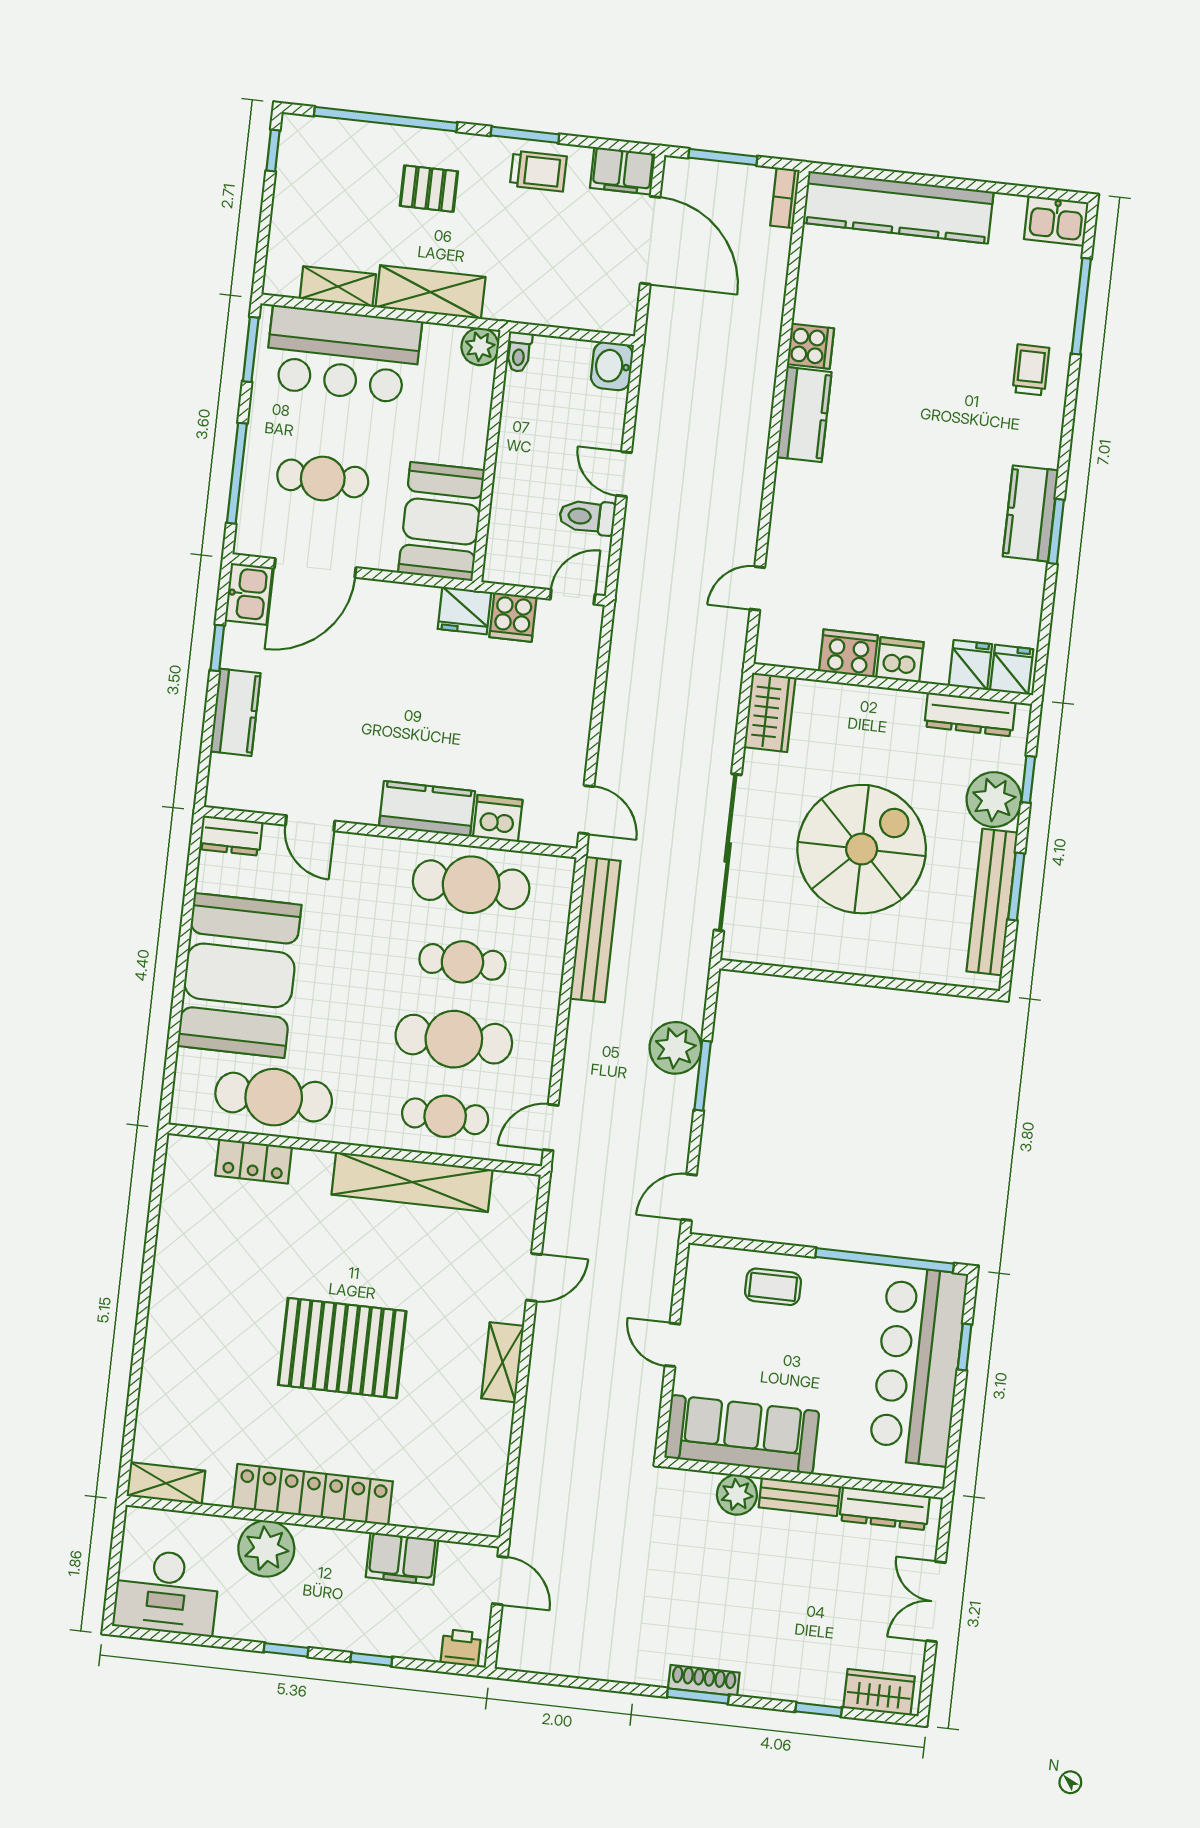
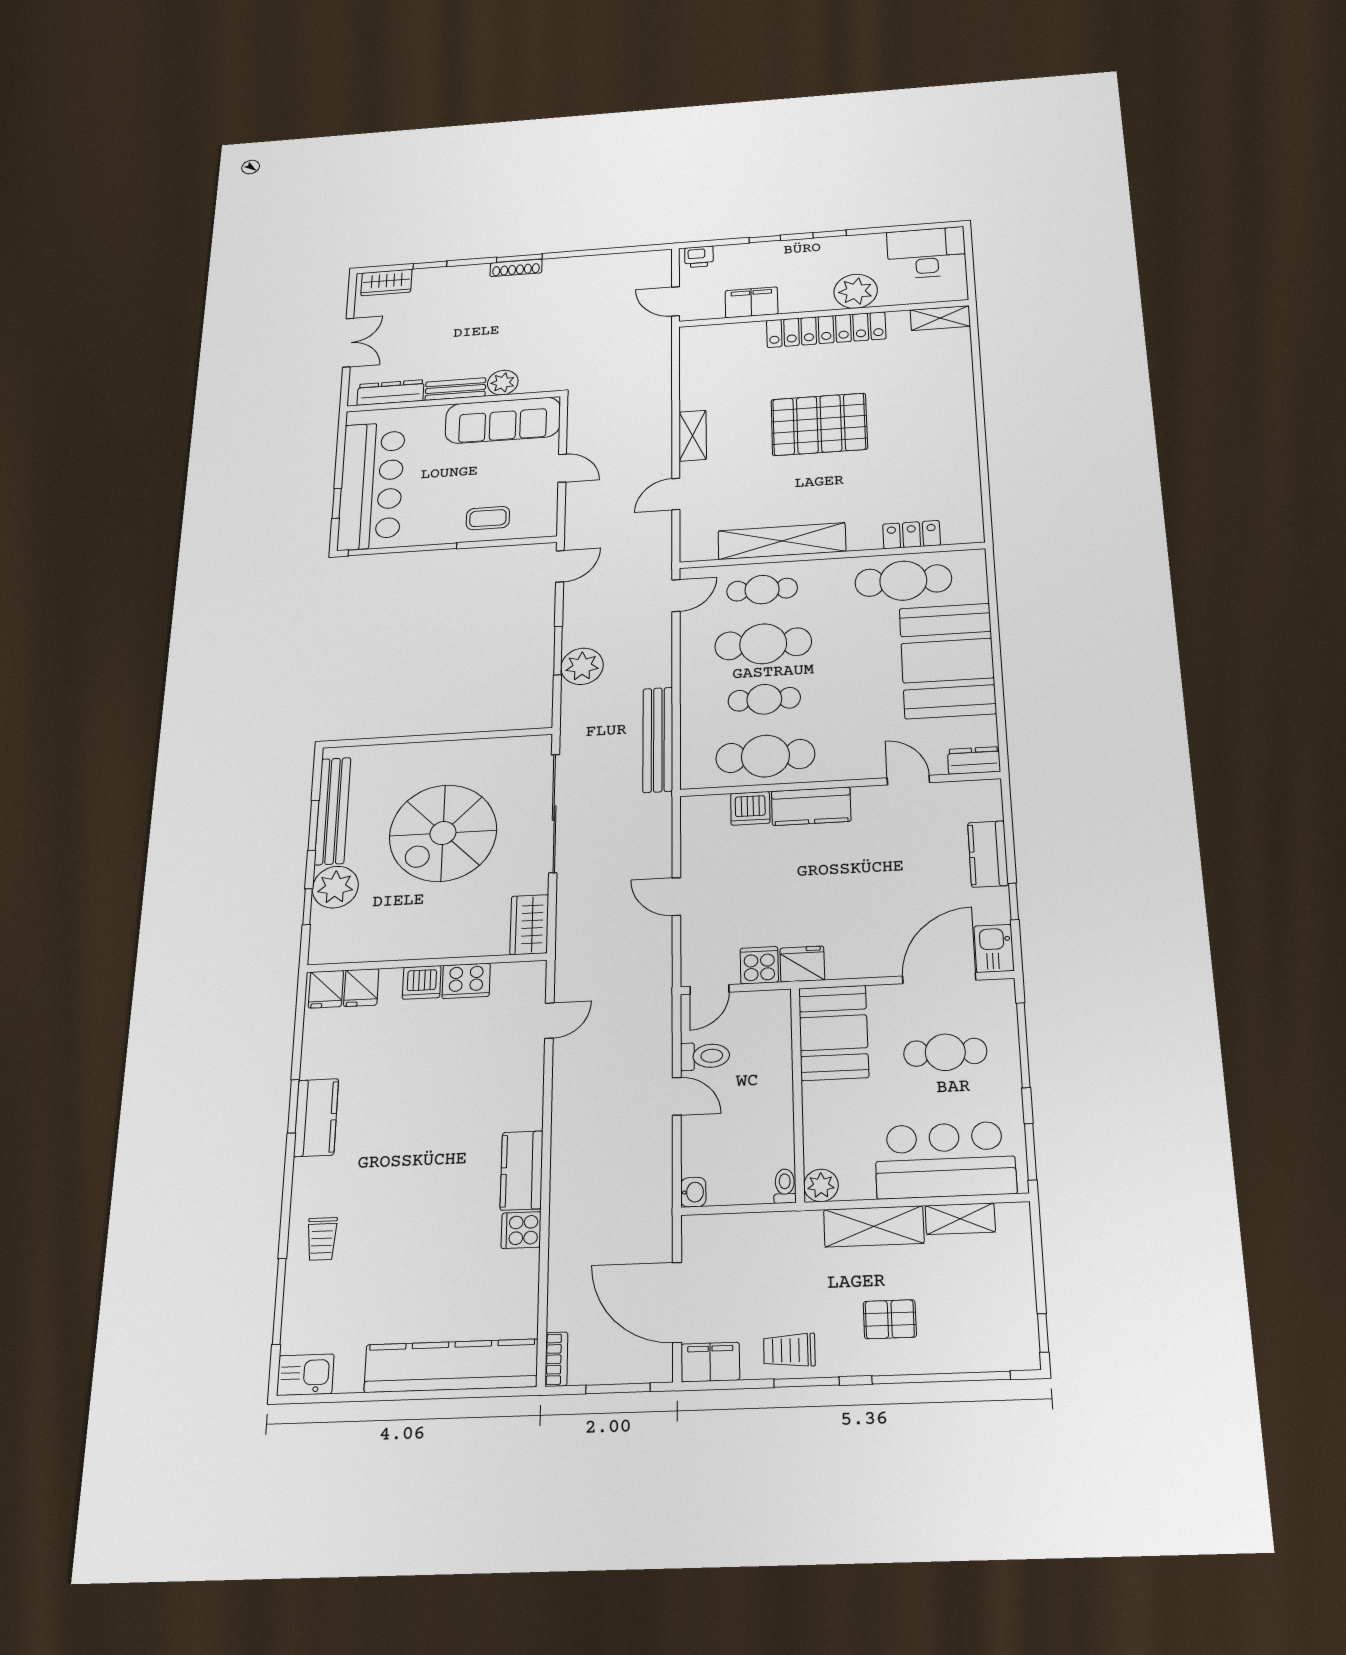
washbasin: (612, 366) -> (693, 1192), width x0.72, depth x0.69
dresser: (970, 714) -> (359, 949), removed
door: (586, 810) -> (676, 897), moved

